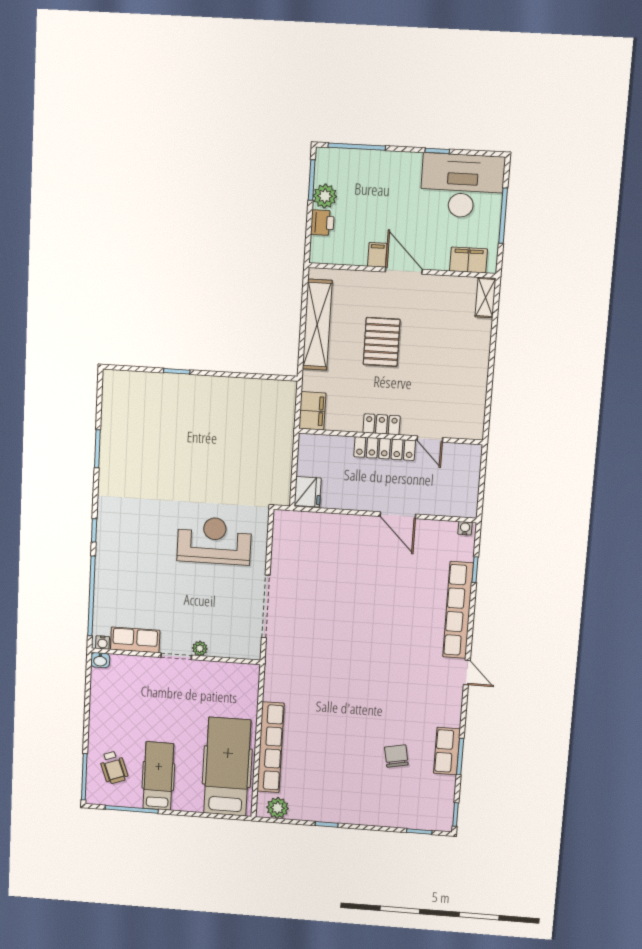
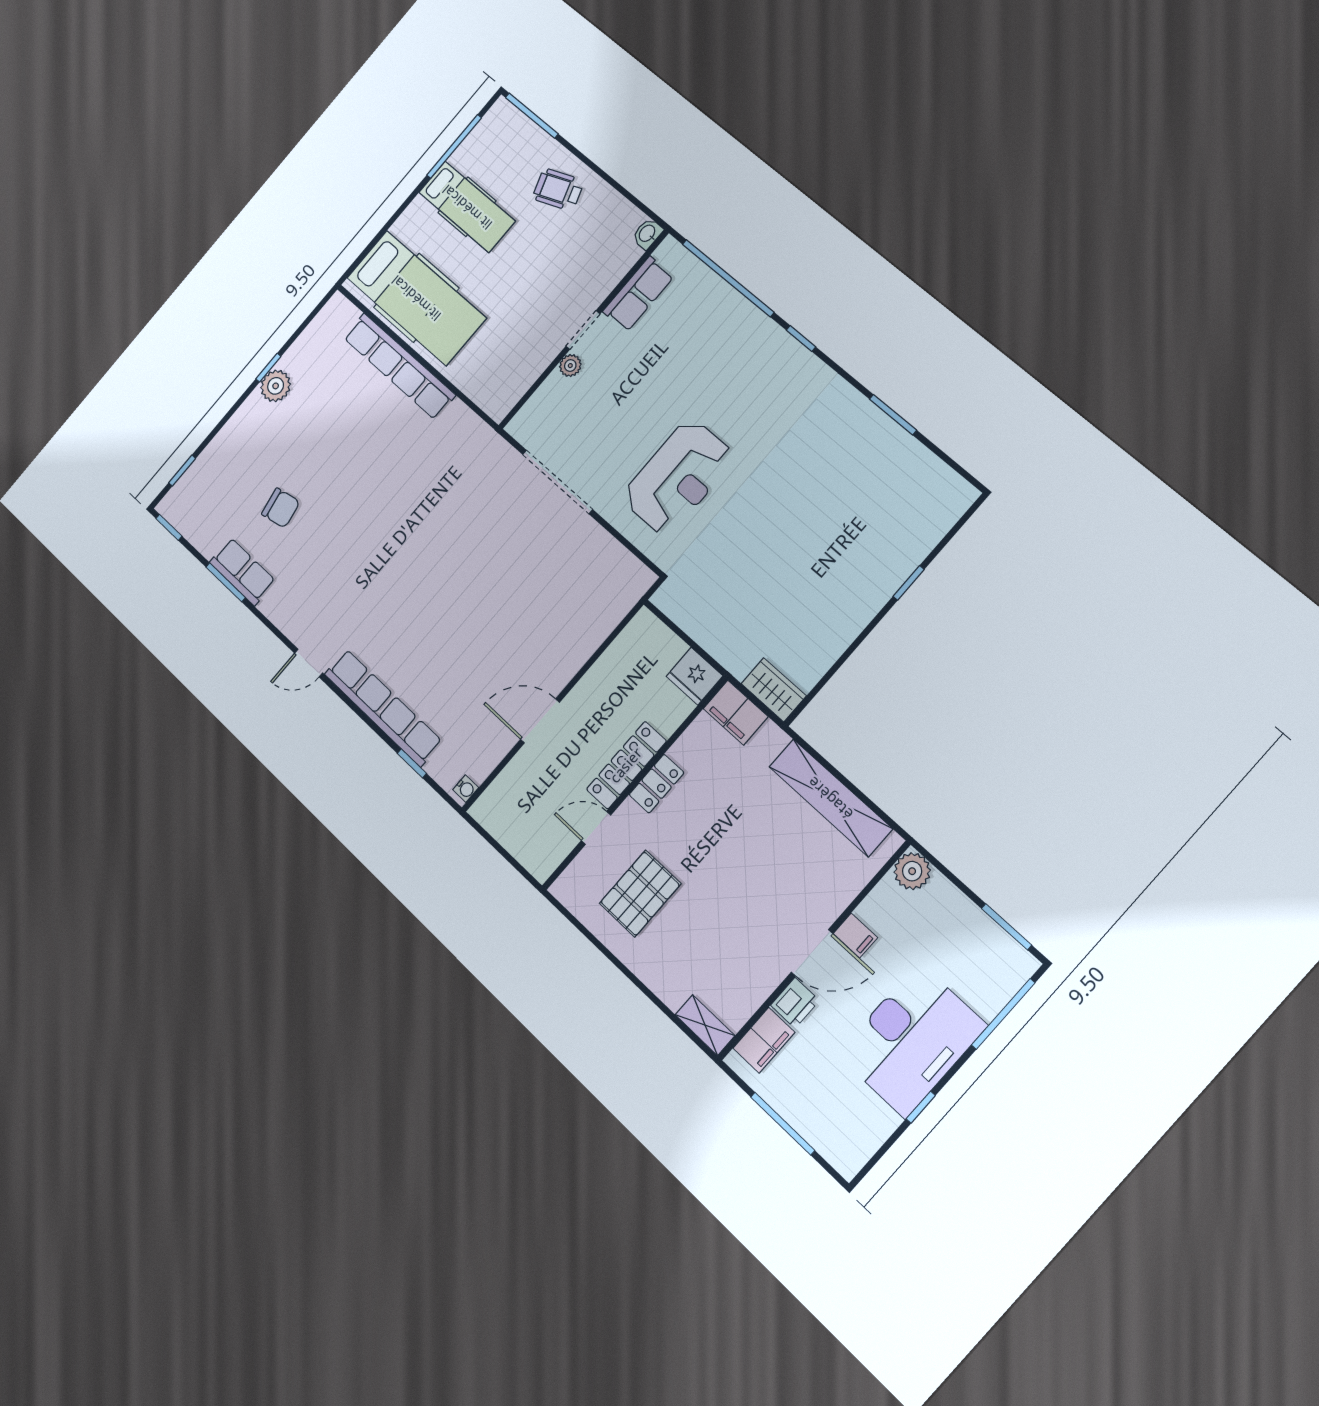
desk: (462, 186) -> (912, 1040), moved
plant: (325, 196) -> (912, 871), moved
printer: (322, 223) -> (795, 1003), moved, turned -90
pallet: (382, 342) -> (640, 894), moved, turned 90
wardrobe: (285, 400) -> (774, 690), added
fridge: (308, 492) -> (695, 676), moved
water cooler: (103, 642) -> (665, 252), removed
wheelchair: (114, 767) -> (558, 190), moved
plant: (278, 808) -> (276, 386), moved

